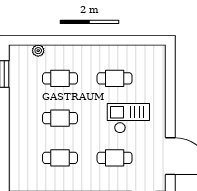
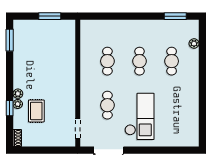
cafe table: (115, 78) -> (172, 105), removed
checkout: (128, 118) -> (139, 116), width x1.36, depth x1.21

